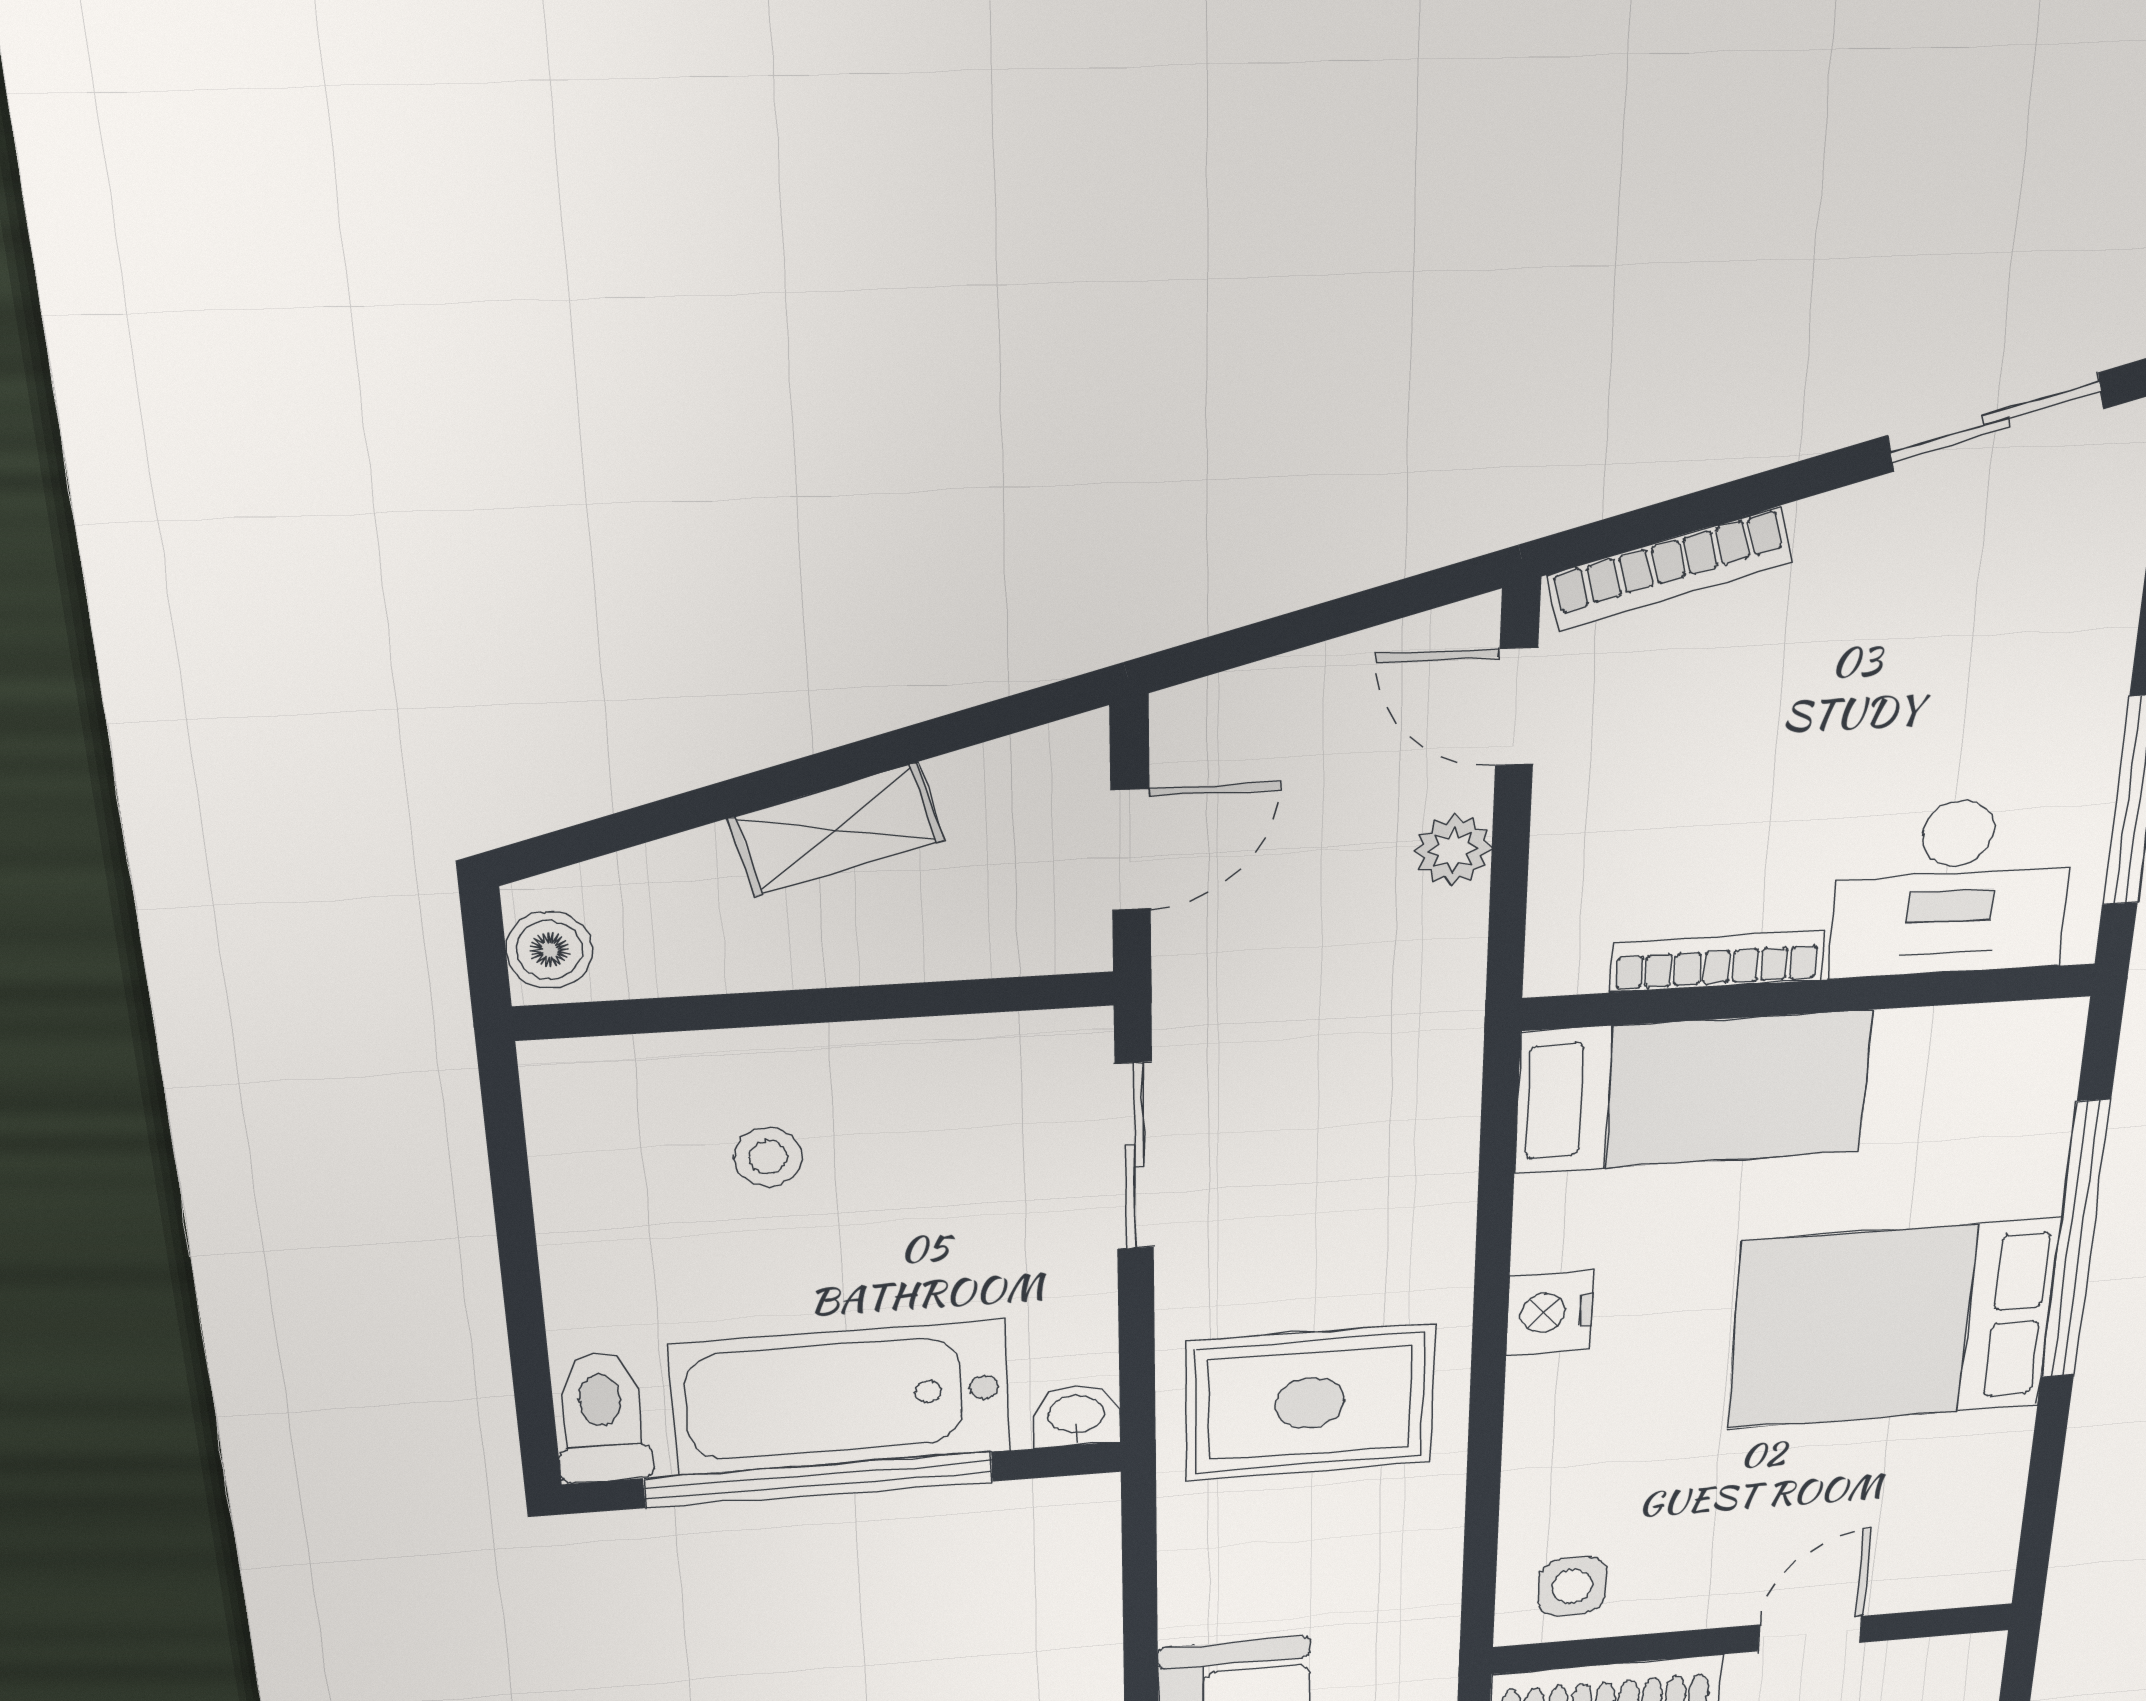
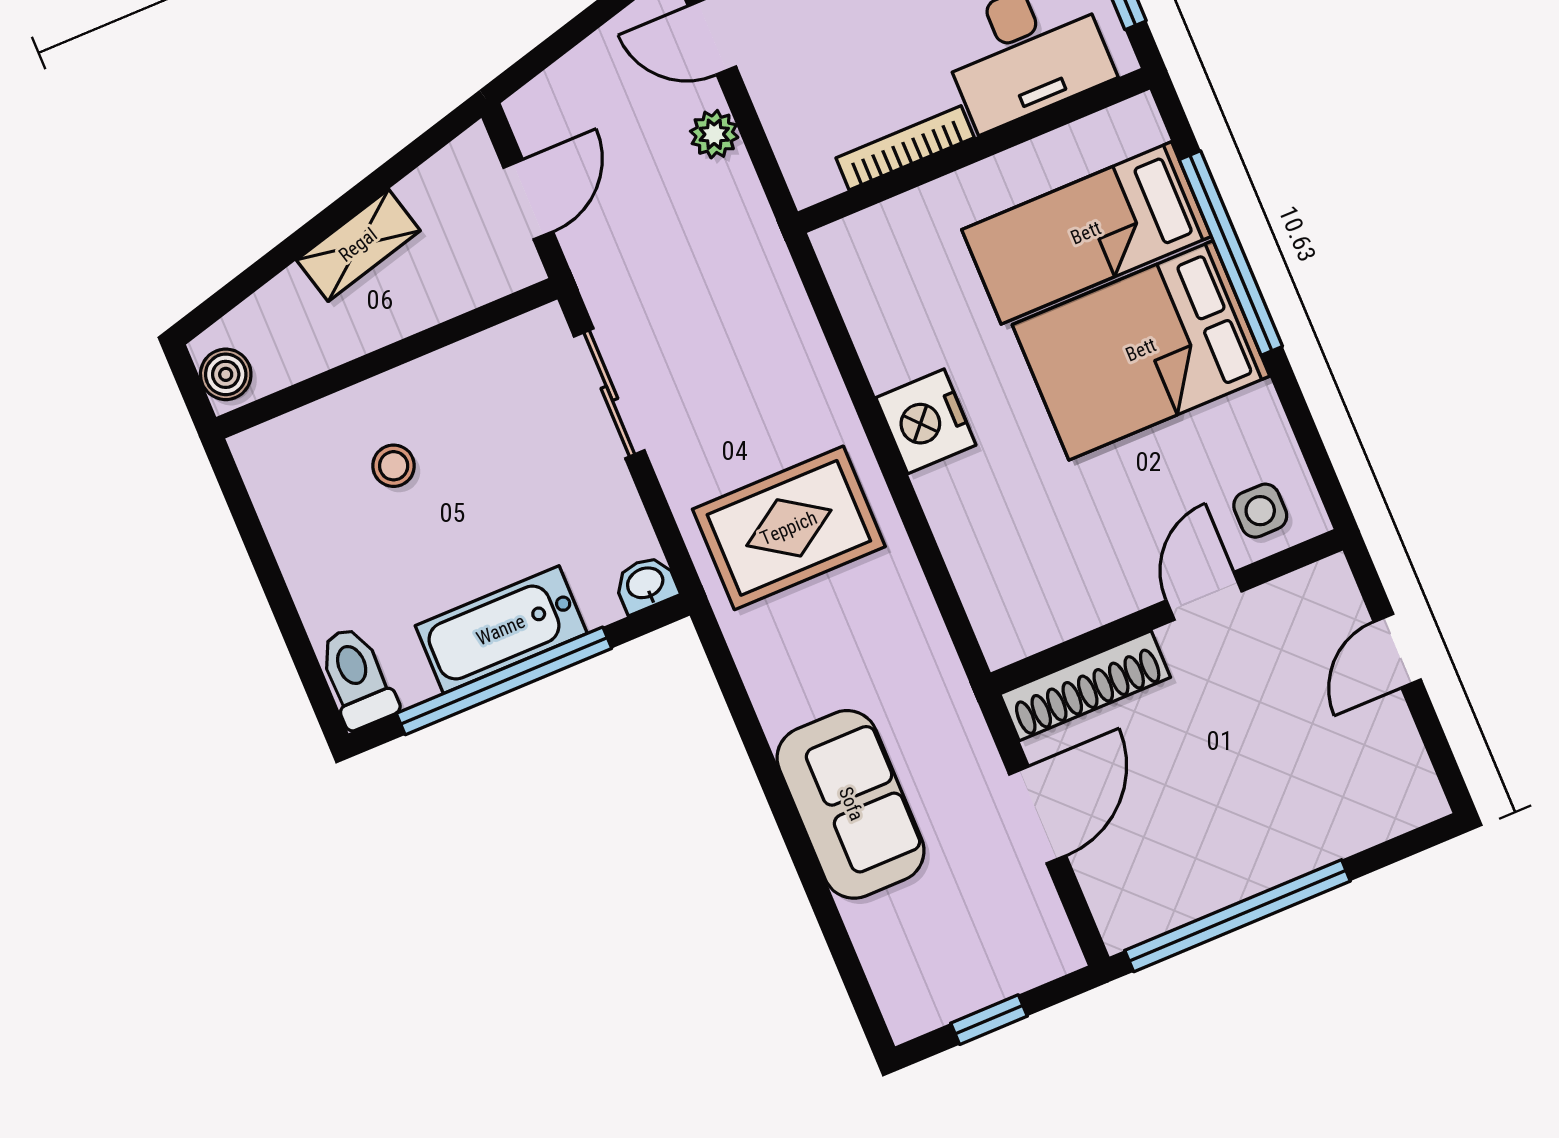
bed: (1693, 1092) -> (1086, 233), moved, turned 180
nightstand: (1550, 1313) -> (926, 421), width x1.36, depth x1.33
bathtub: (841, 1398) -> (501, 630), width x0.73, depth x0.73
side table: (1572, 1586) -> (1260, 511), moved

